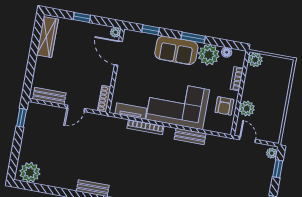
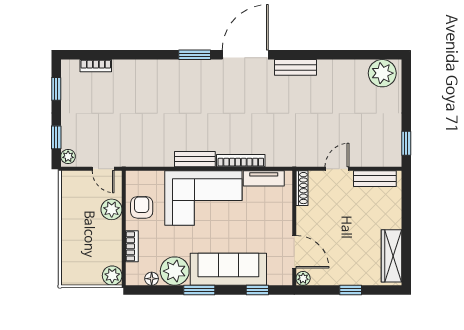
sofa: (176, 50) -> (228, 269), width x1.36
bench: (190, 136) -> (195, 159), moved

